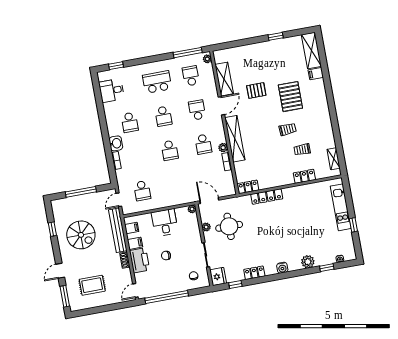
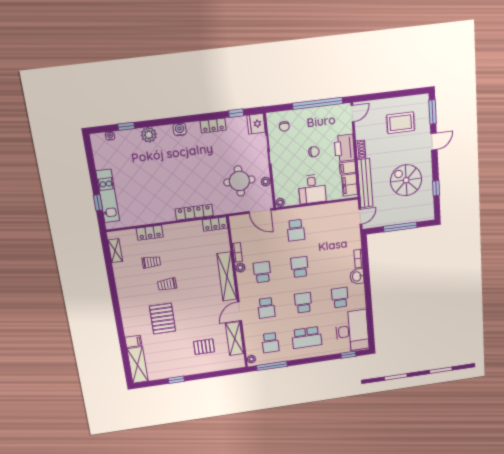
pallet: (256, 90) -> (204, 347), moved
desk: (111, 91) -> (352, 331), width x1.87, depth x1.30
school desk: (142, 191) -> (296, 230), moved, turned 180
window: (353, 225) -> (98, 203), moved
filing cabinet: (132, 228) -> (349, 185), width x2.00

